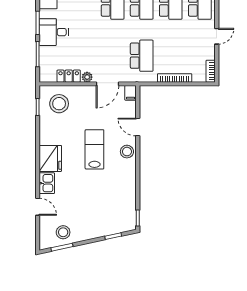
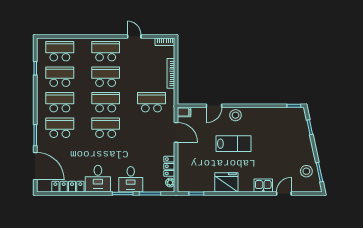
plant: (87, 77) -> (170, 182), moved
stool: (59, 104) -> (194, 175), removed
lab bench: (94, 149) -> (234, 144), turned 180
fridge: (50, 158) -> (226, 182), moved

